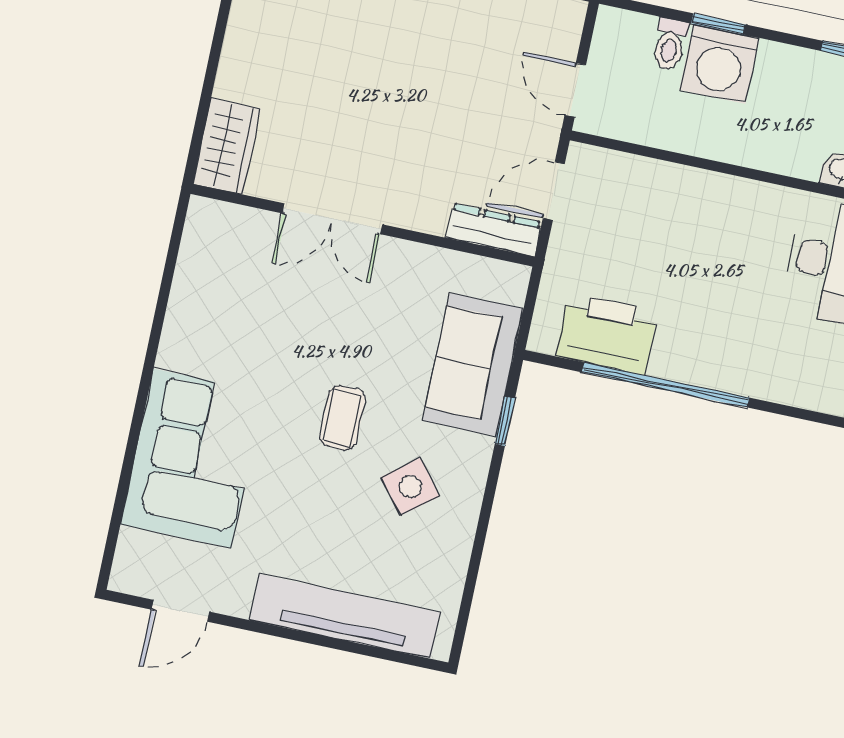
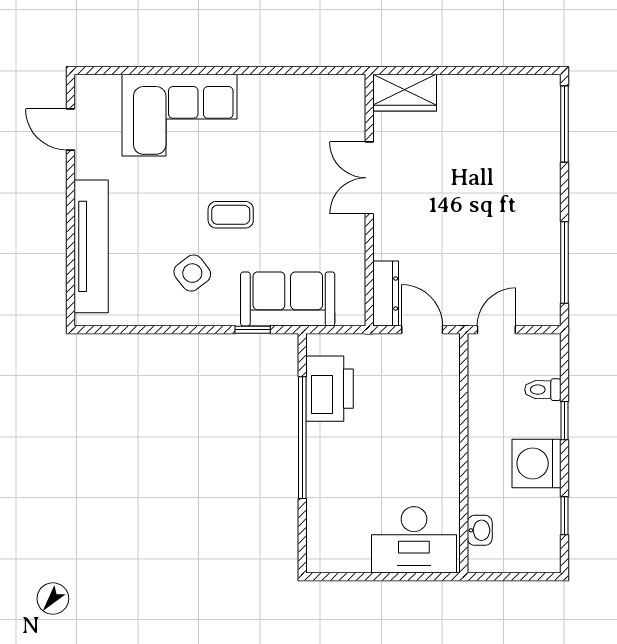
washing machine: (719, 64) -> (536, 463), moved

